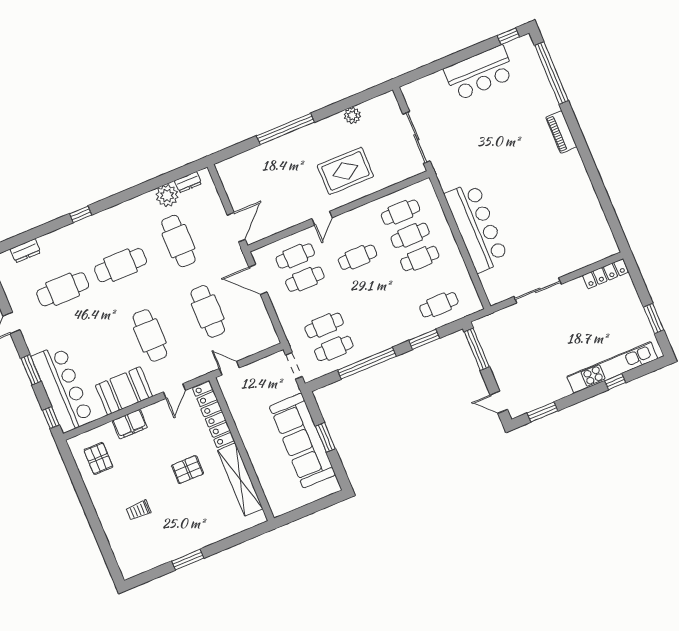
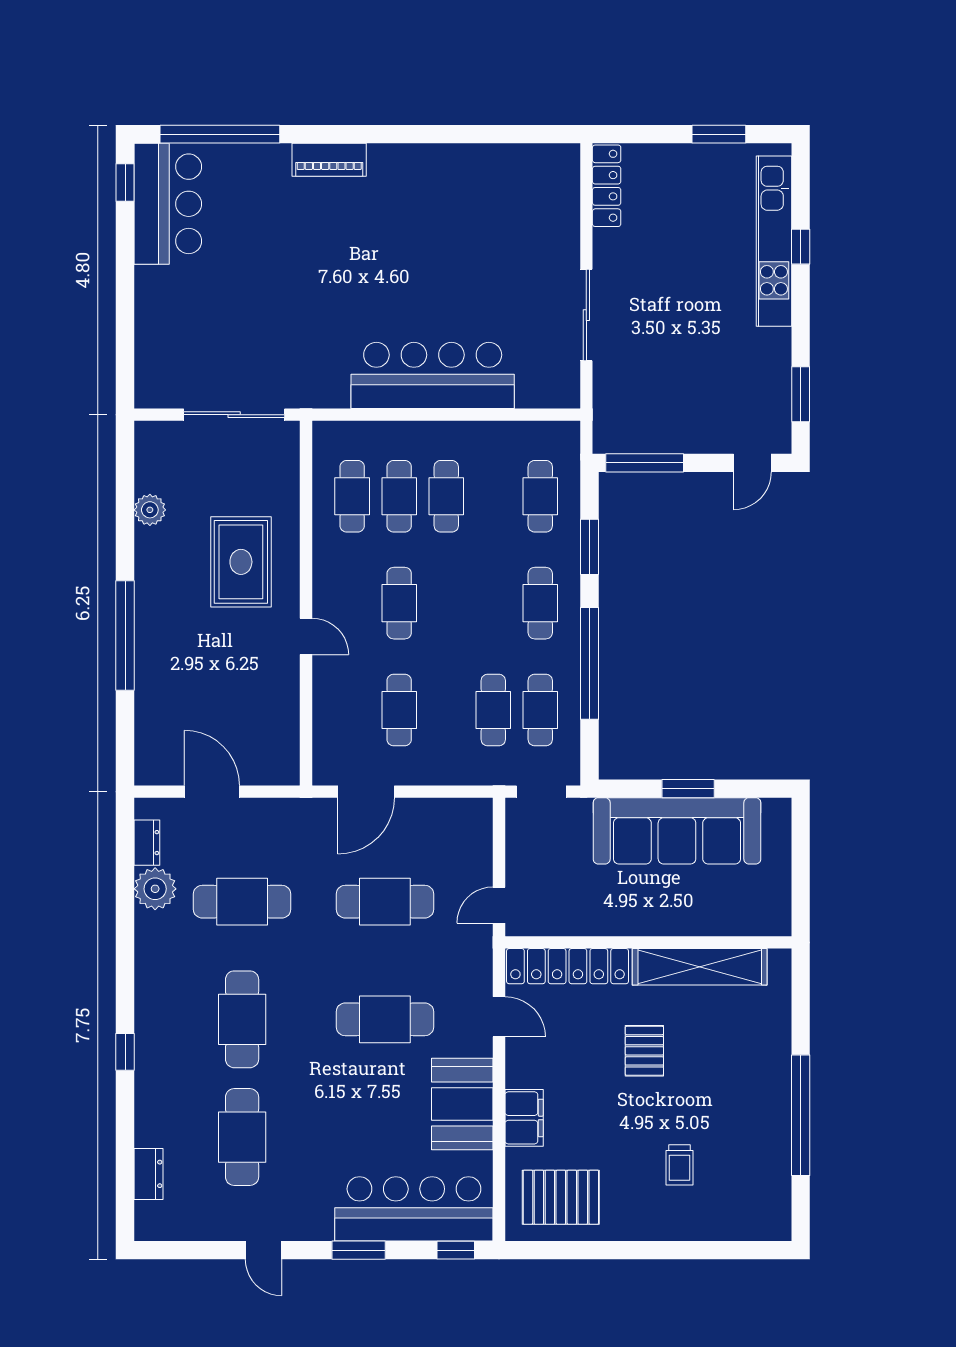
bar counter: (479, 73) -> (168, 204), moved
door: (236, 227) -> (212, 792), moved
cafe table: (295, 256) -> (540, 603), moved
pallet: (98, 458) -> (561, 1197), width x1.50, depth x1.42
window: (188, 560) -> (801, 1115), width x2.11

